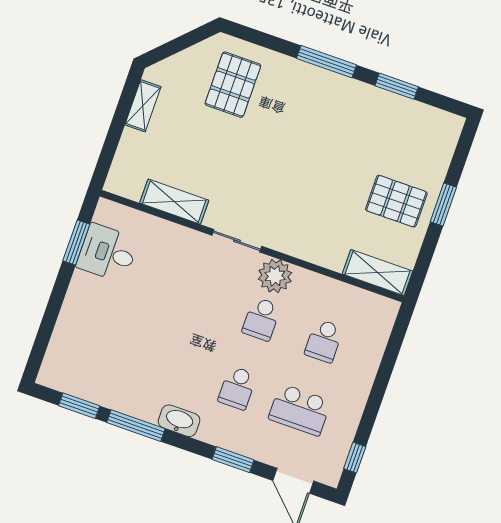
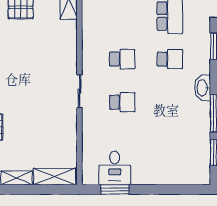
shelving: (174, 202) -> (54, 177), moved, turned 90
plant: (275, 276) -> (93, 60), removed
school desk: (324, 341) -> (122, 102), moved

